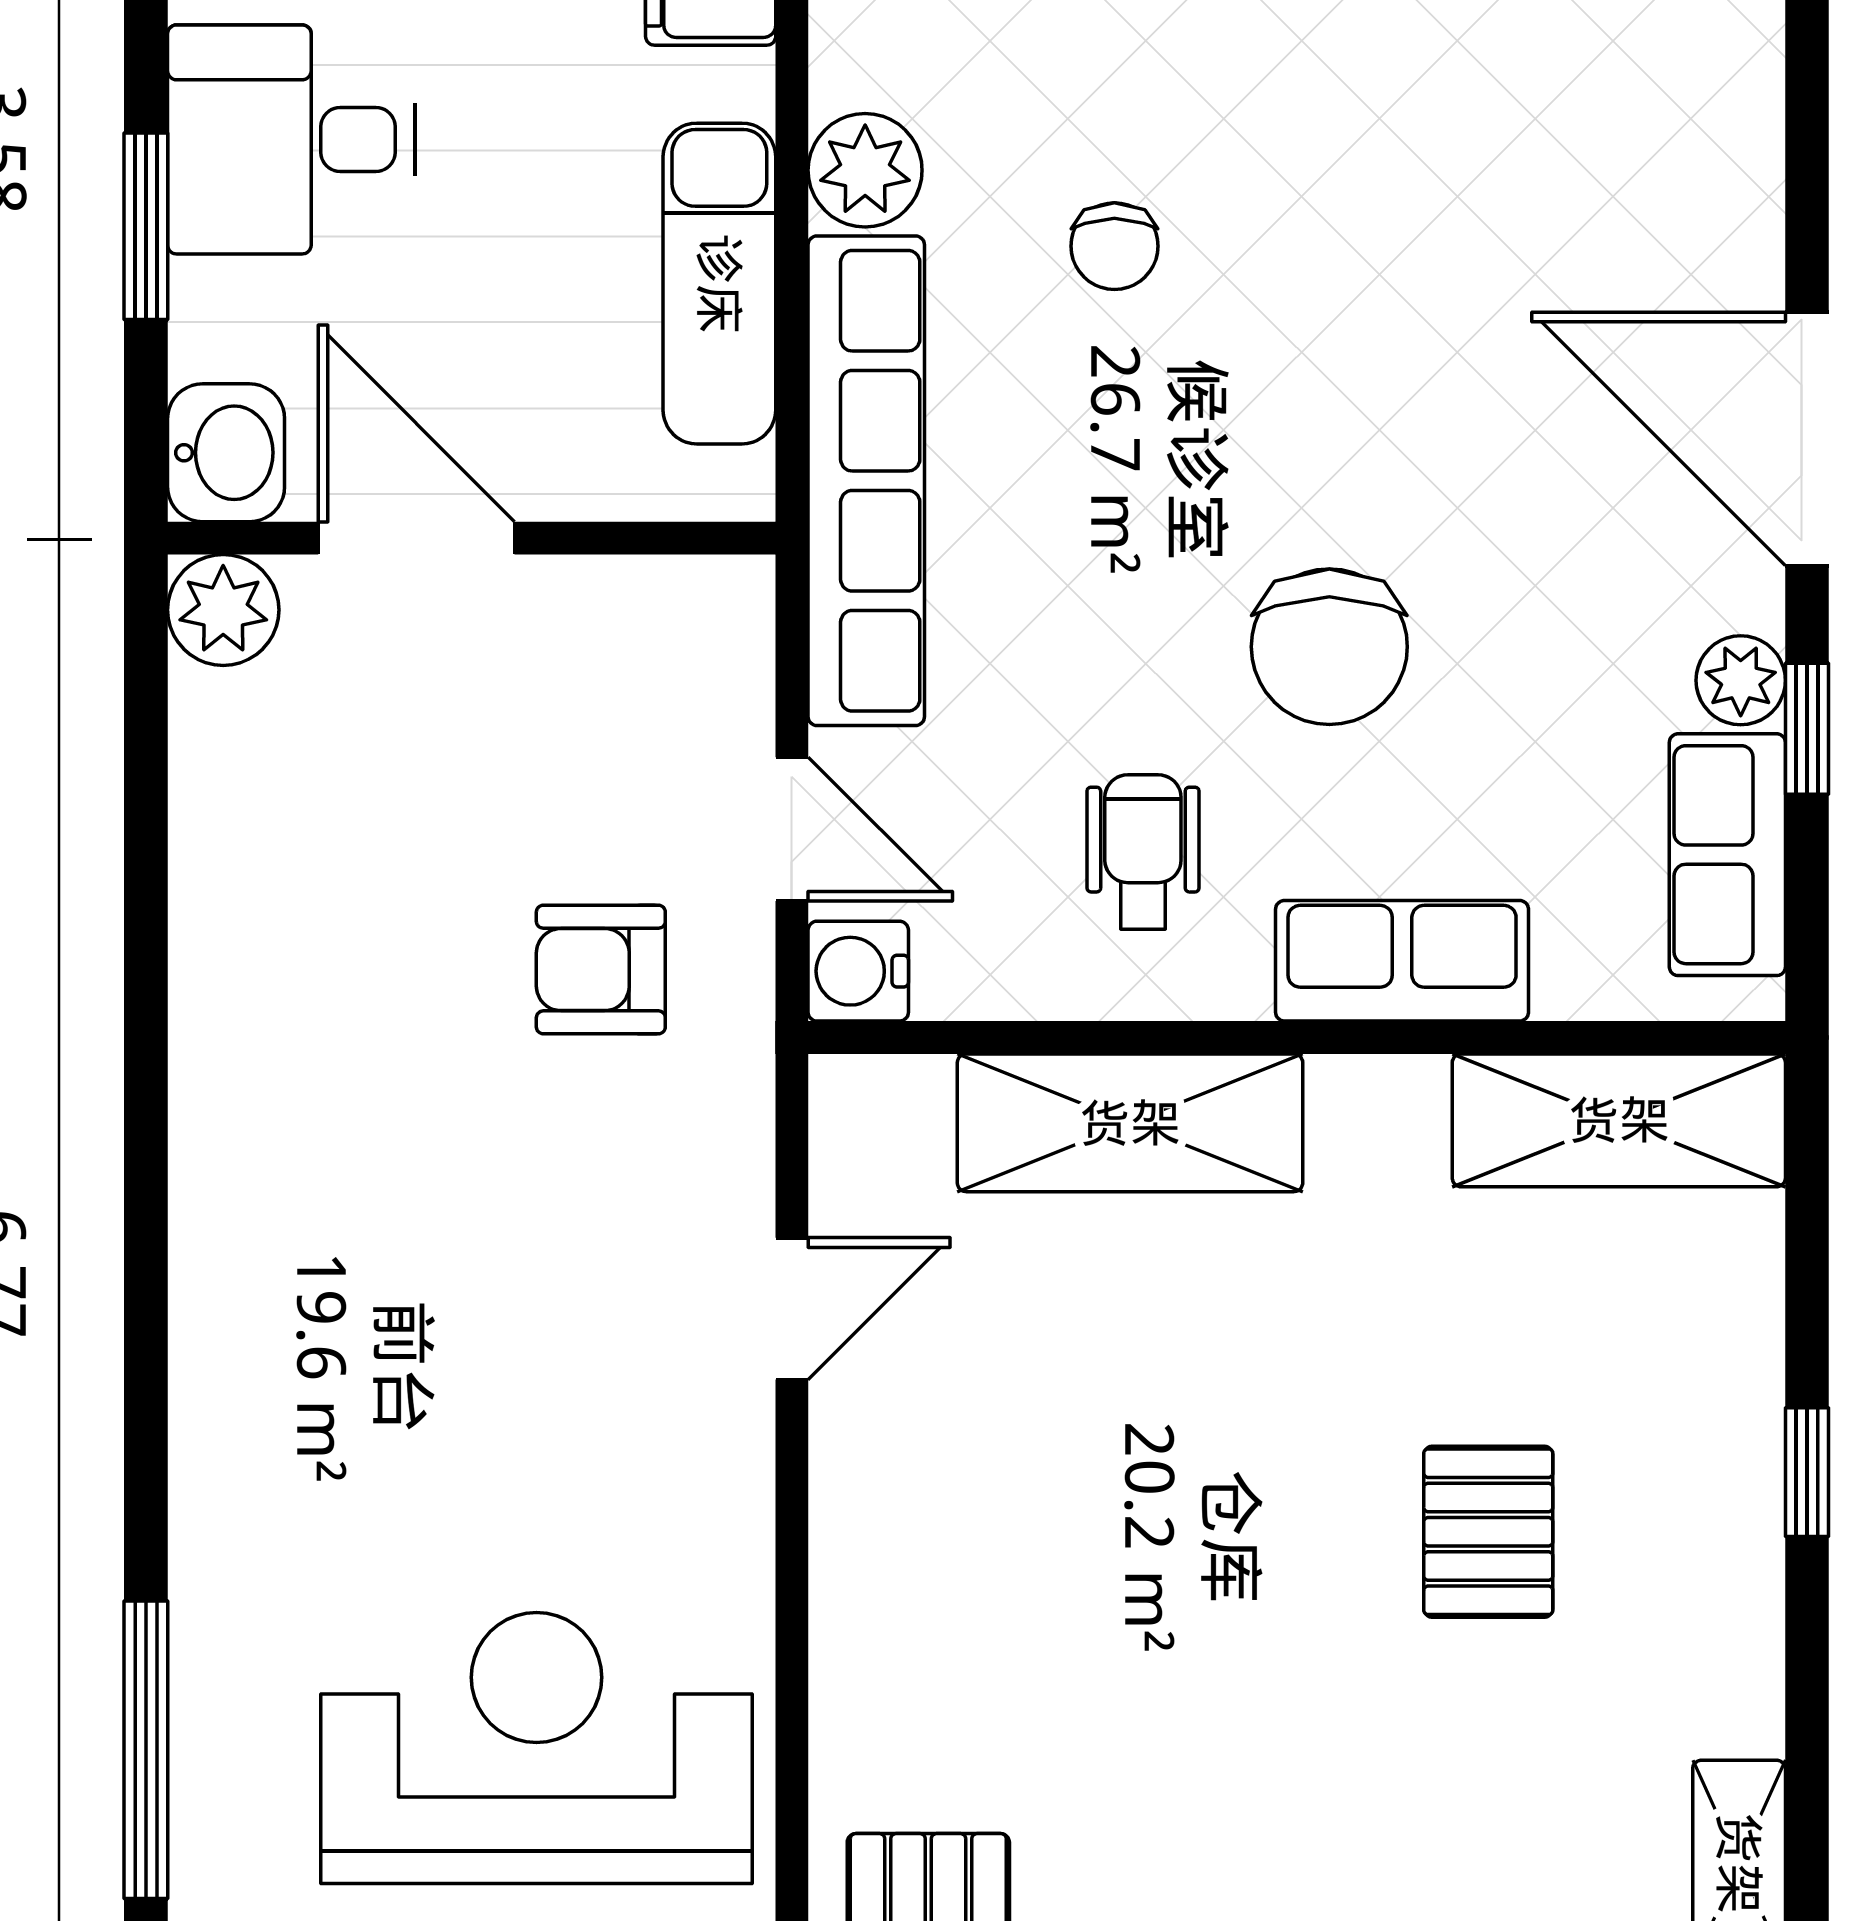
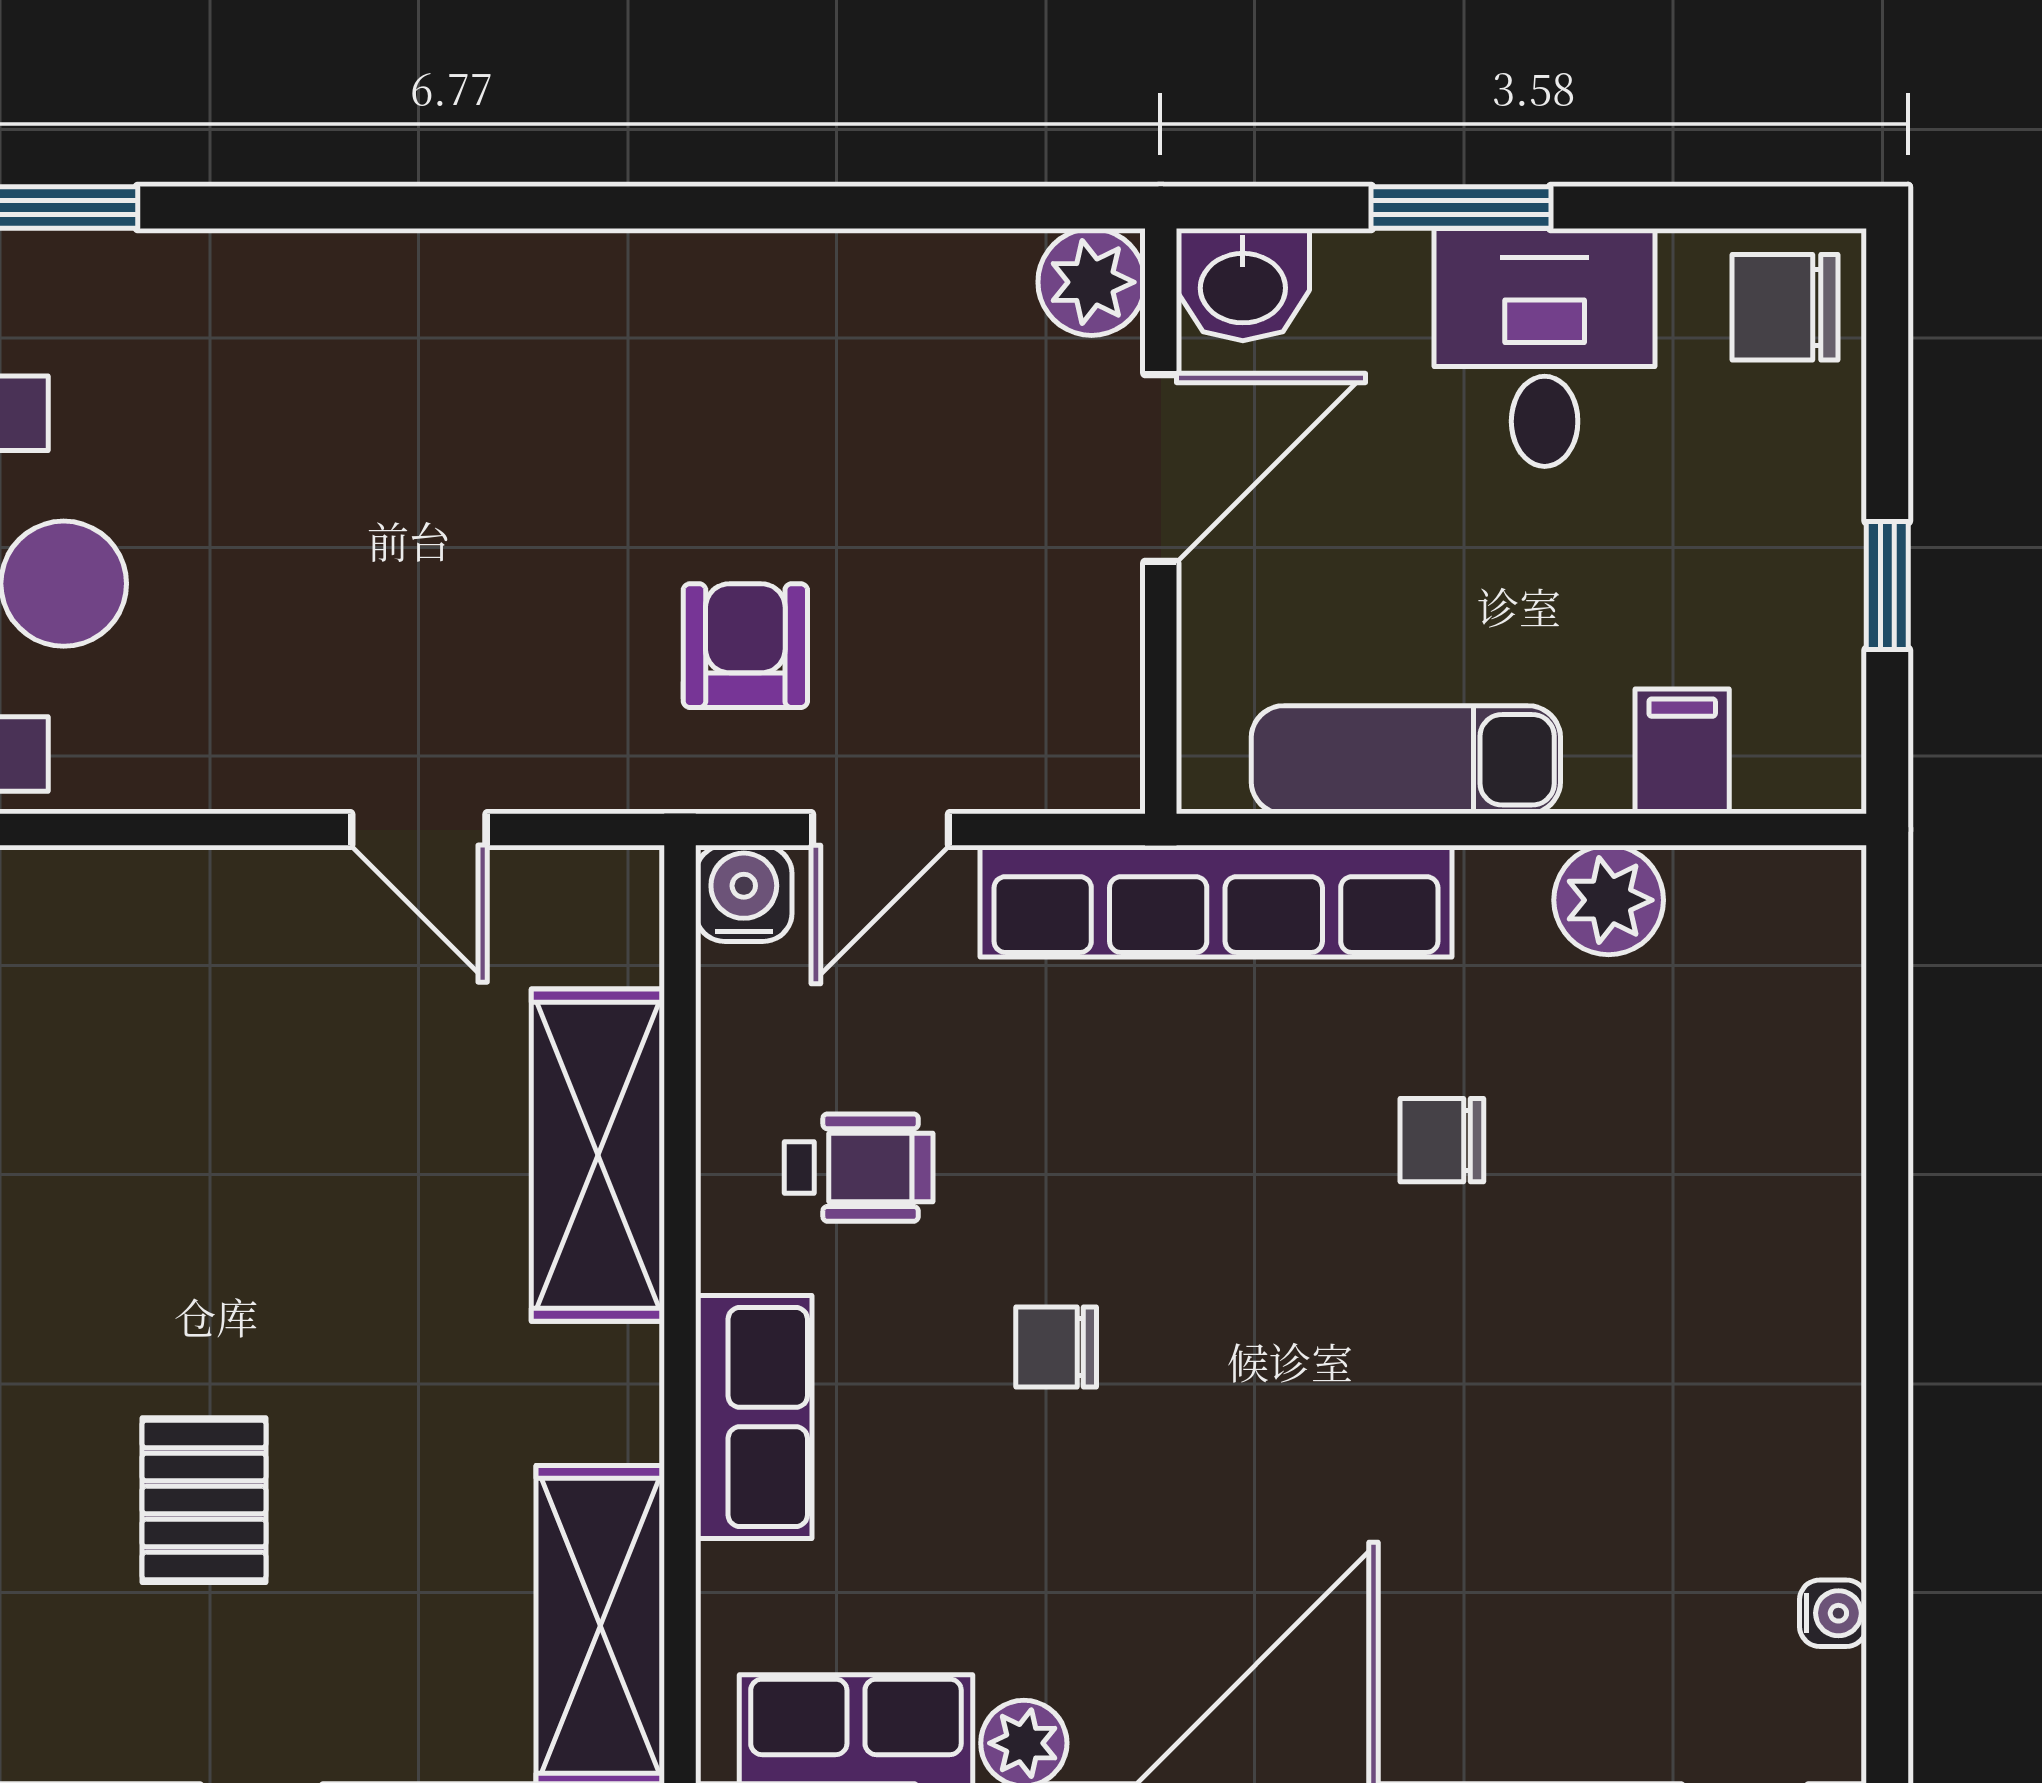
plant: (865, 170) -> (1609, 900), moved
chair: (1329, 647) -> (1056, 1347), width x0.54, depth x0.54
pallet: (1488, 1532) -> (204, 1500), turned 90

